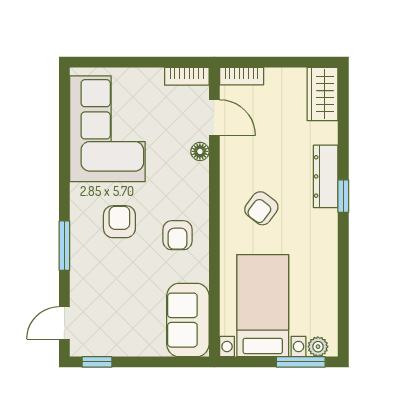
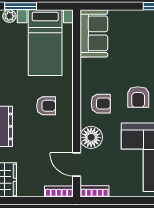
floor lamp: (200, 151) -> (91, 137), width x1.89, depth x1.89
armchair: (261, 208) -> (46, 106), turned 53
armchair: (178, 235) -> (101, 104), moved, turned 90

